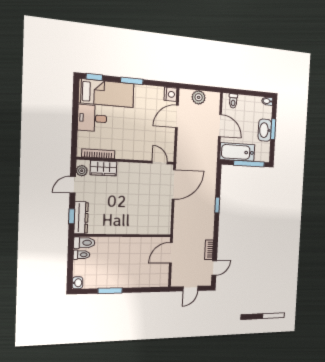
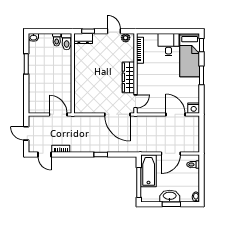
plant: (199, 97) -> (193, 133), removed
wardrobe: (103, 168) -> (128, 77), moved, width x1.50
dresser: (81, 218) -> (83, 38), width x0.70

